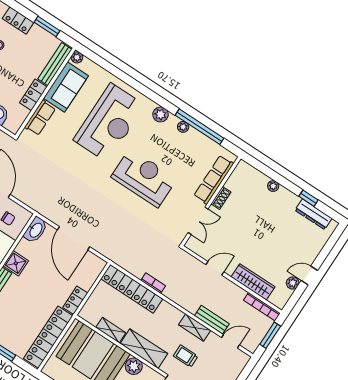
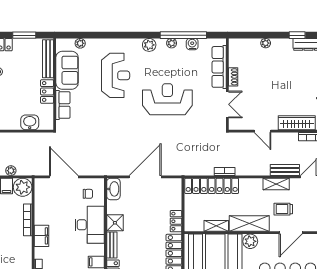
plant: (77, 57) -> (80, 43), moved
reception desk: (109, 122) -> (116, 75), width x0.74, depth x0.77
water cooler: (202, 141) -> (192, 44), added
door: (74, 238) -> (145, 177), swing flipped
door: (215, 268) -> (262, 131), swing flipped

